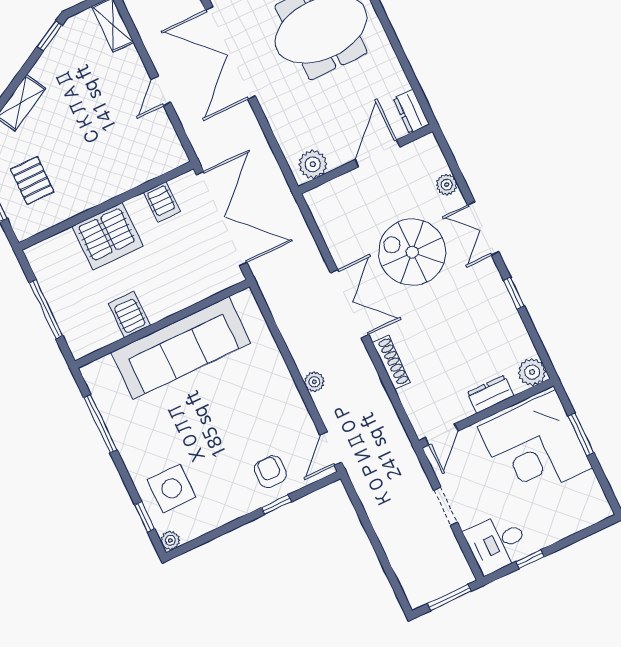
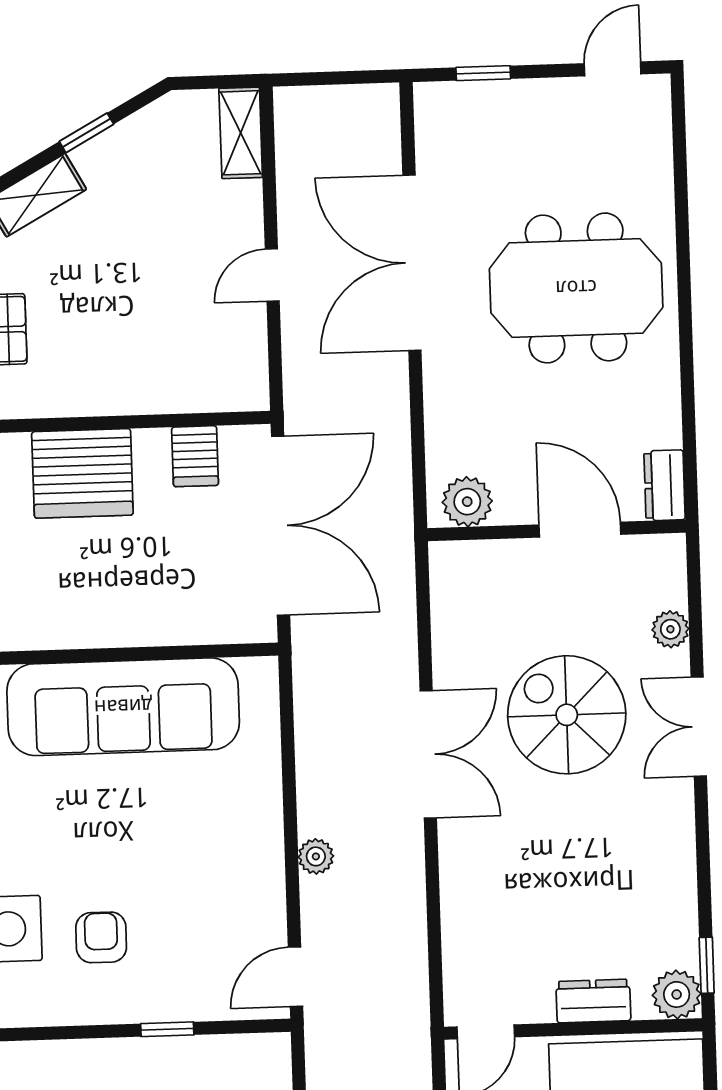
window: (50, 36) -> (86, 133), moved
door: (377, 153) -> (580, 530), hinge flipped
window: (514, 293) -> (707, 965), moved
server rack: (129, 314) -> (63, 616), removed
shoe rack: (391, 362) -> (455, 879), removed
armchair: (270, 472) -> (101, 937), moved

